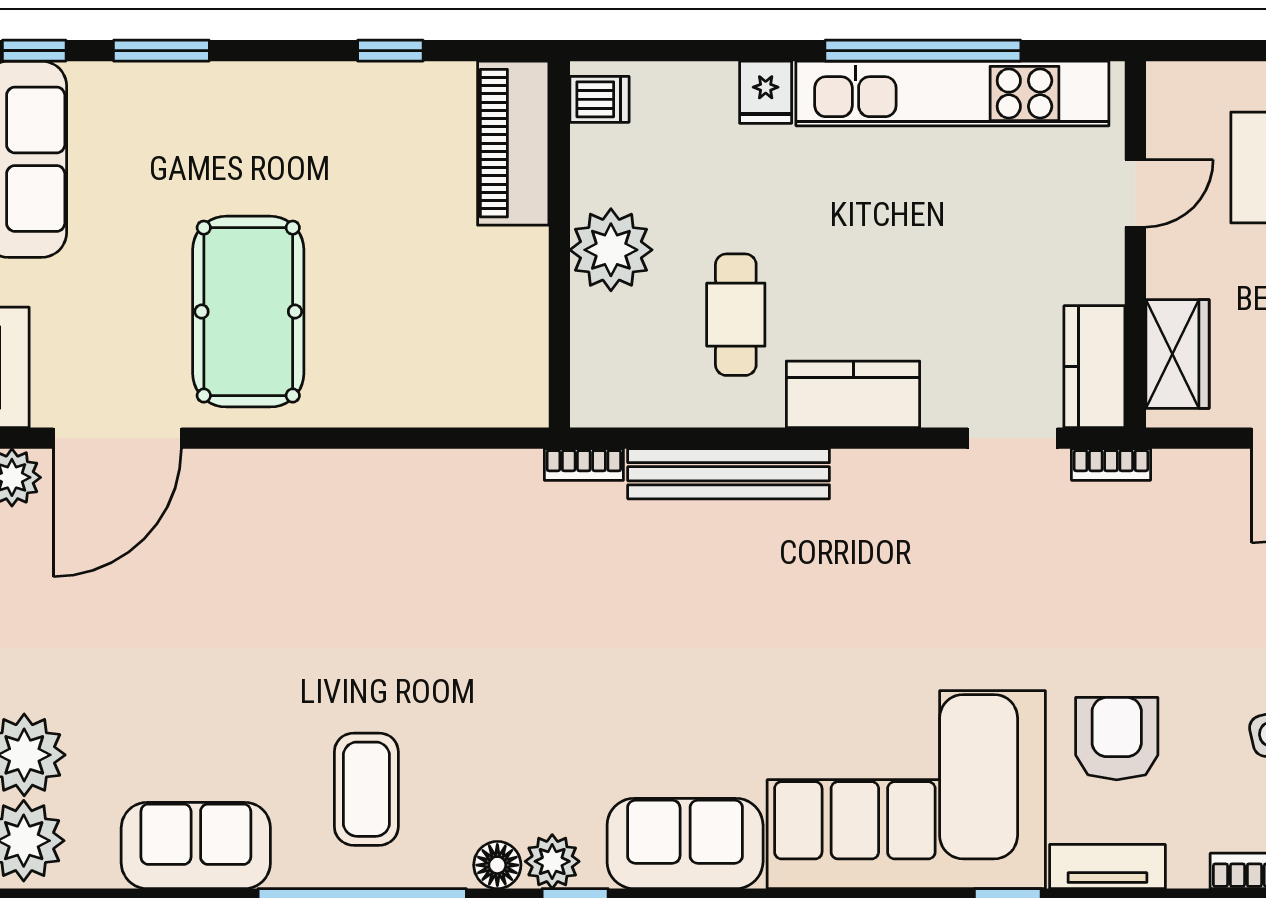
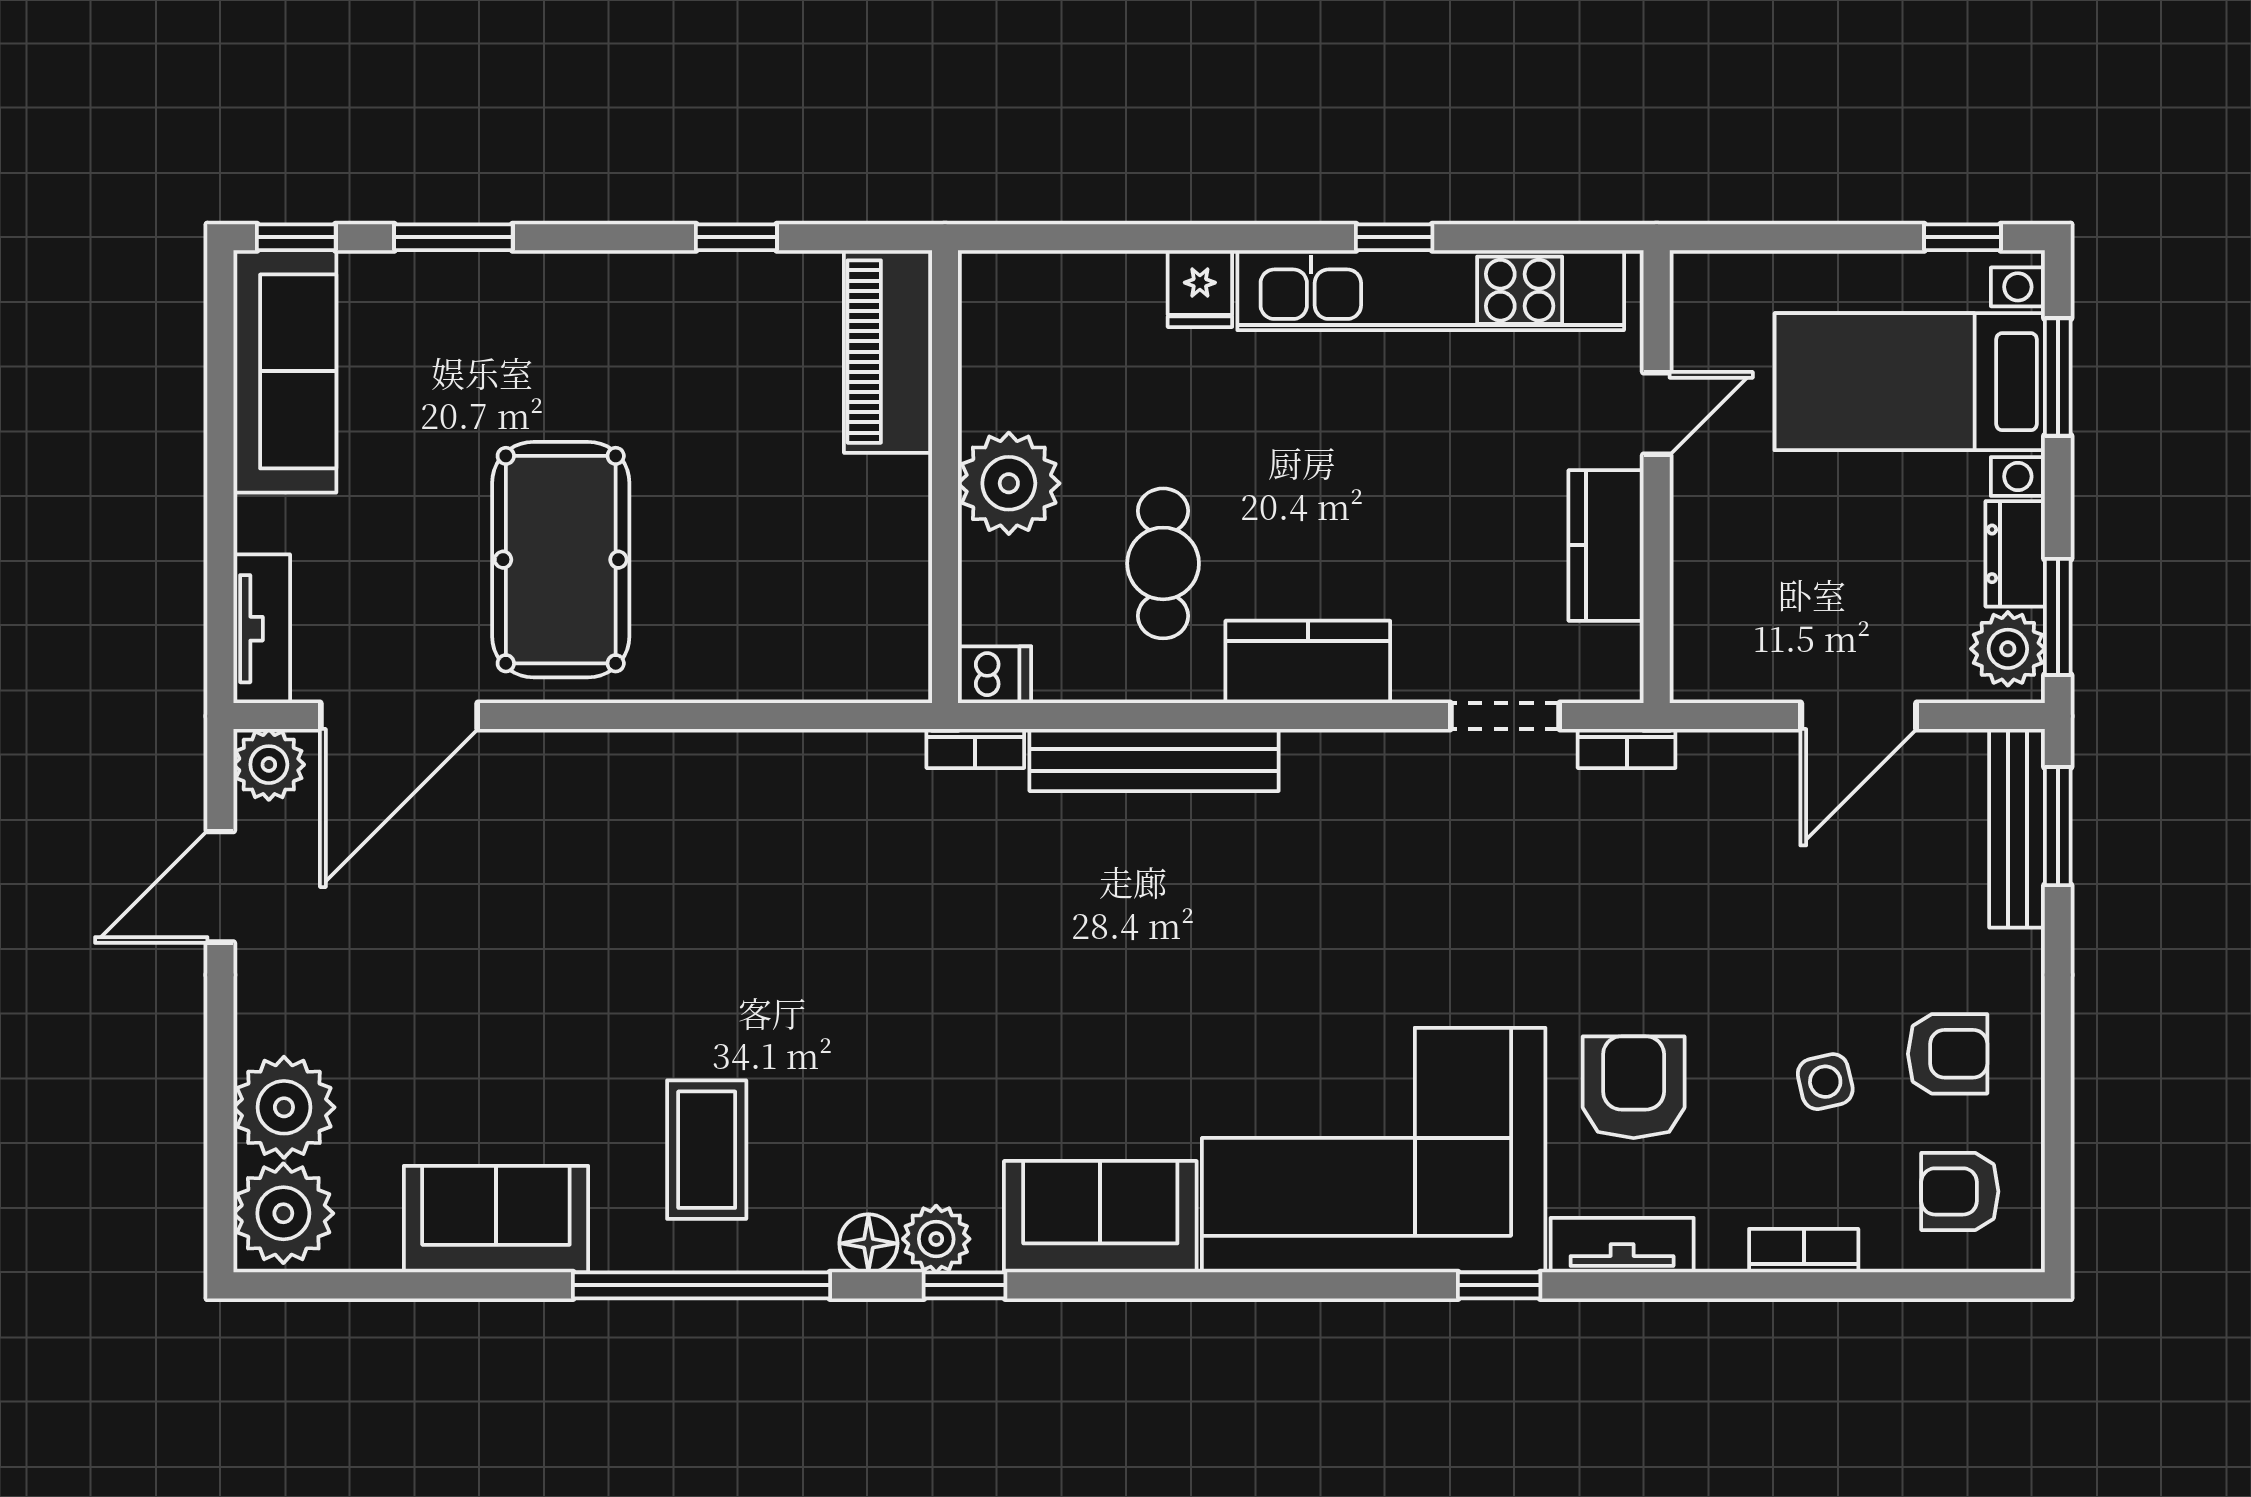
window: (923, 51) -> (1394, 237), width x0.32
dishwasher: (599, 99) -> (995, 675), moved
wardrobe: (1177, 354) -> (1709, 612), removed
kitchen counter: (1094, 367) -> (1606, 545), moved

